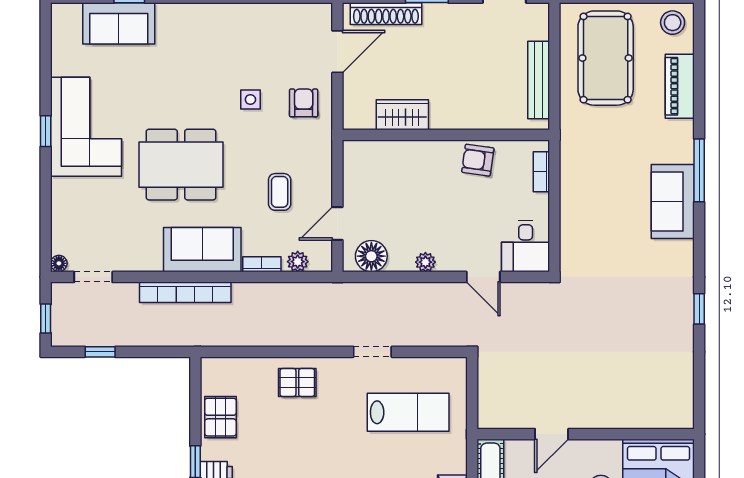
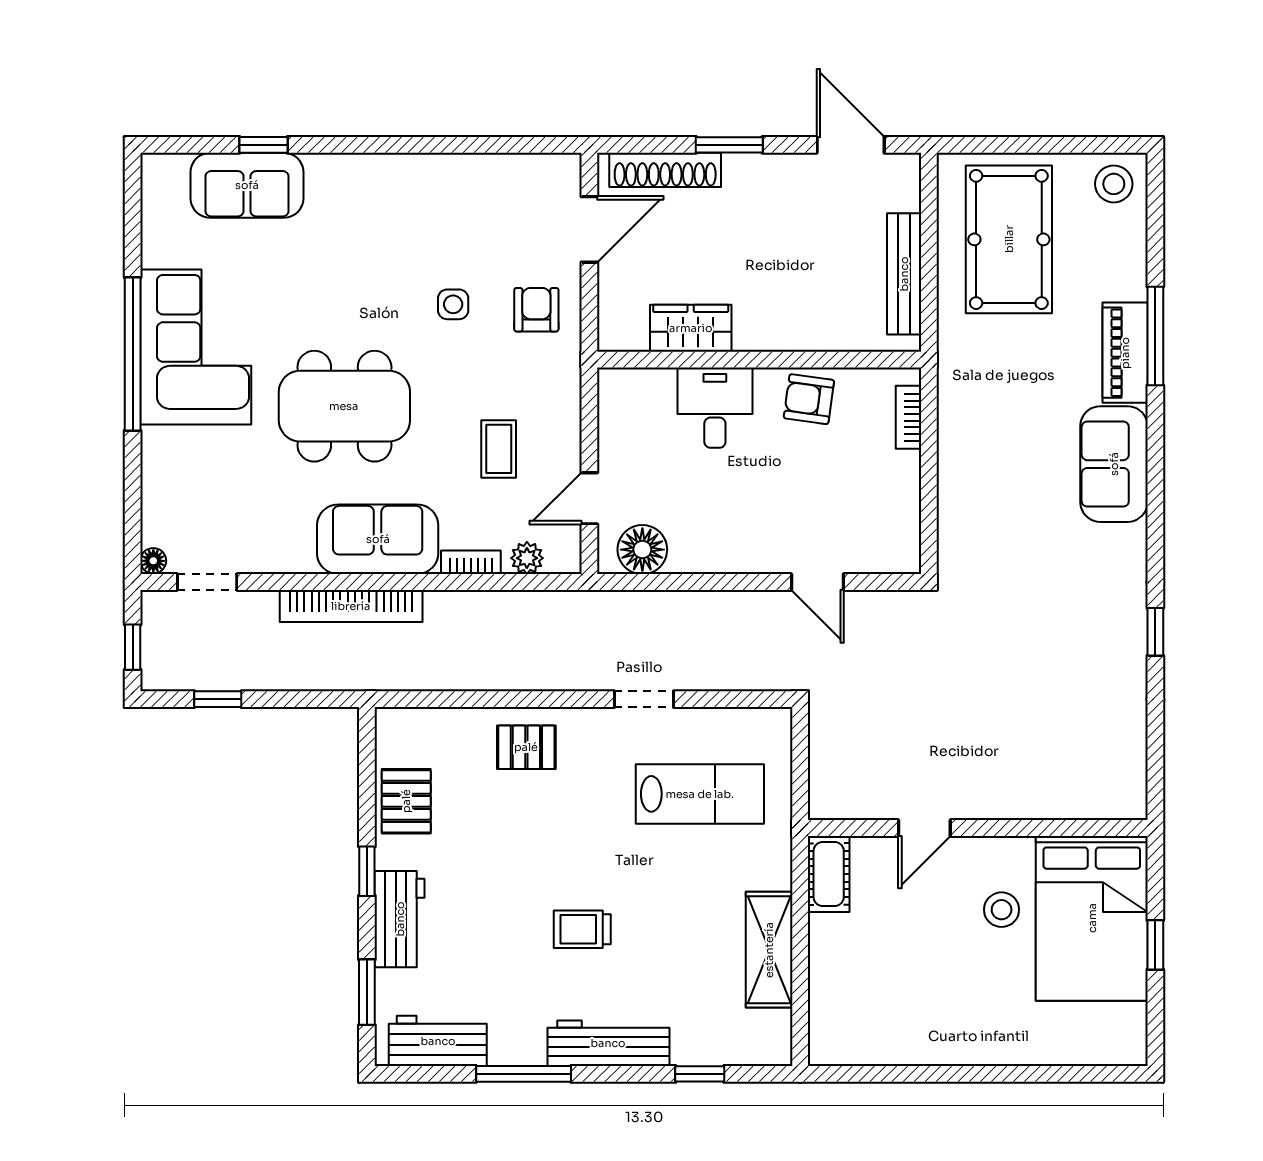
piano: (680, 86) -> (1125, 353), moved
window: (46, 131) -> (133, 354), width x3.17
window: (699, 170) -> (1155, 336), moved
desk: (526, 246) -> (715, 408), moved, turned 180
plant: (425, 262) -> (727, 559), removed

